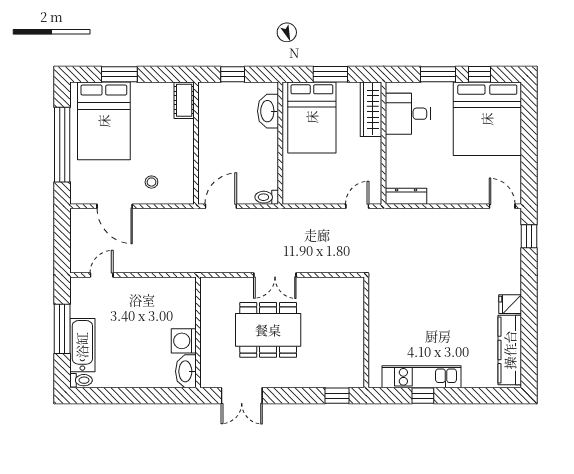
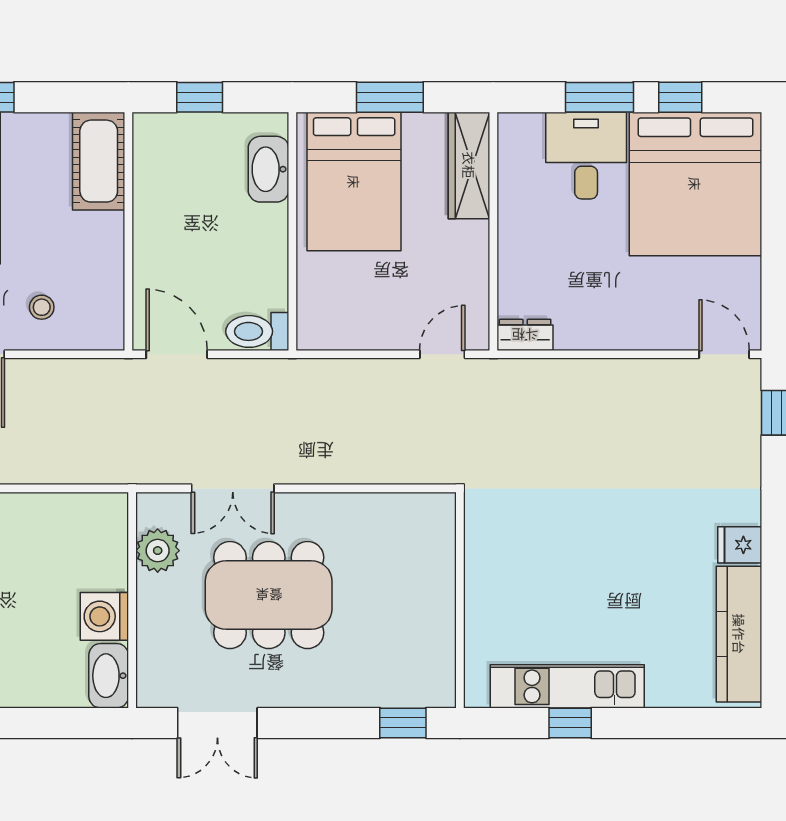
cot: (184, 100) -> (99, 161), width x1.37, depth x1.34
desk: (408, 114) -> (586, 156), moved, turned 90
dresser: (406, 196) -> (525, 335), width x0.70
toilet: (267, 197) -> (257, 331), width x1.37, depth x1.39
door: (221, 206) -> (177, 354), hinge flipped
double door: (275, 275) -> (233, 488), moved
plant: (211, 307) -> (158, 551), added

